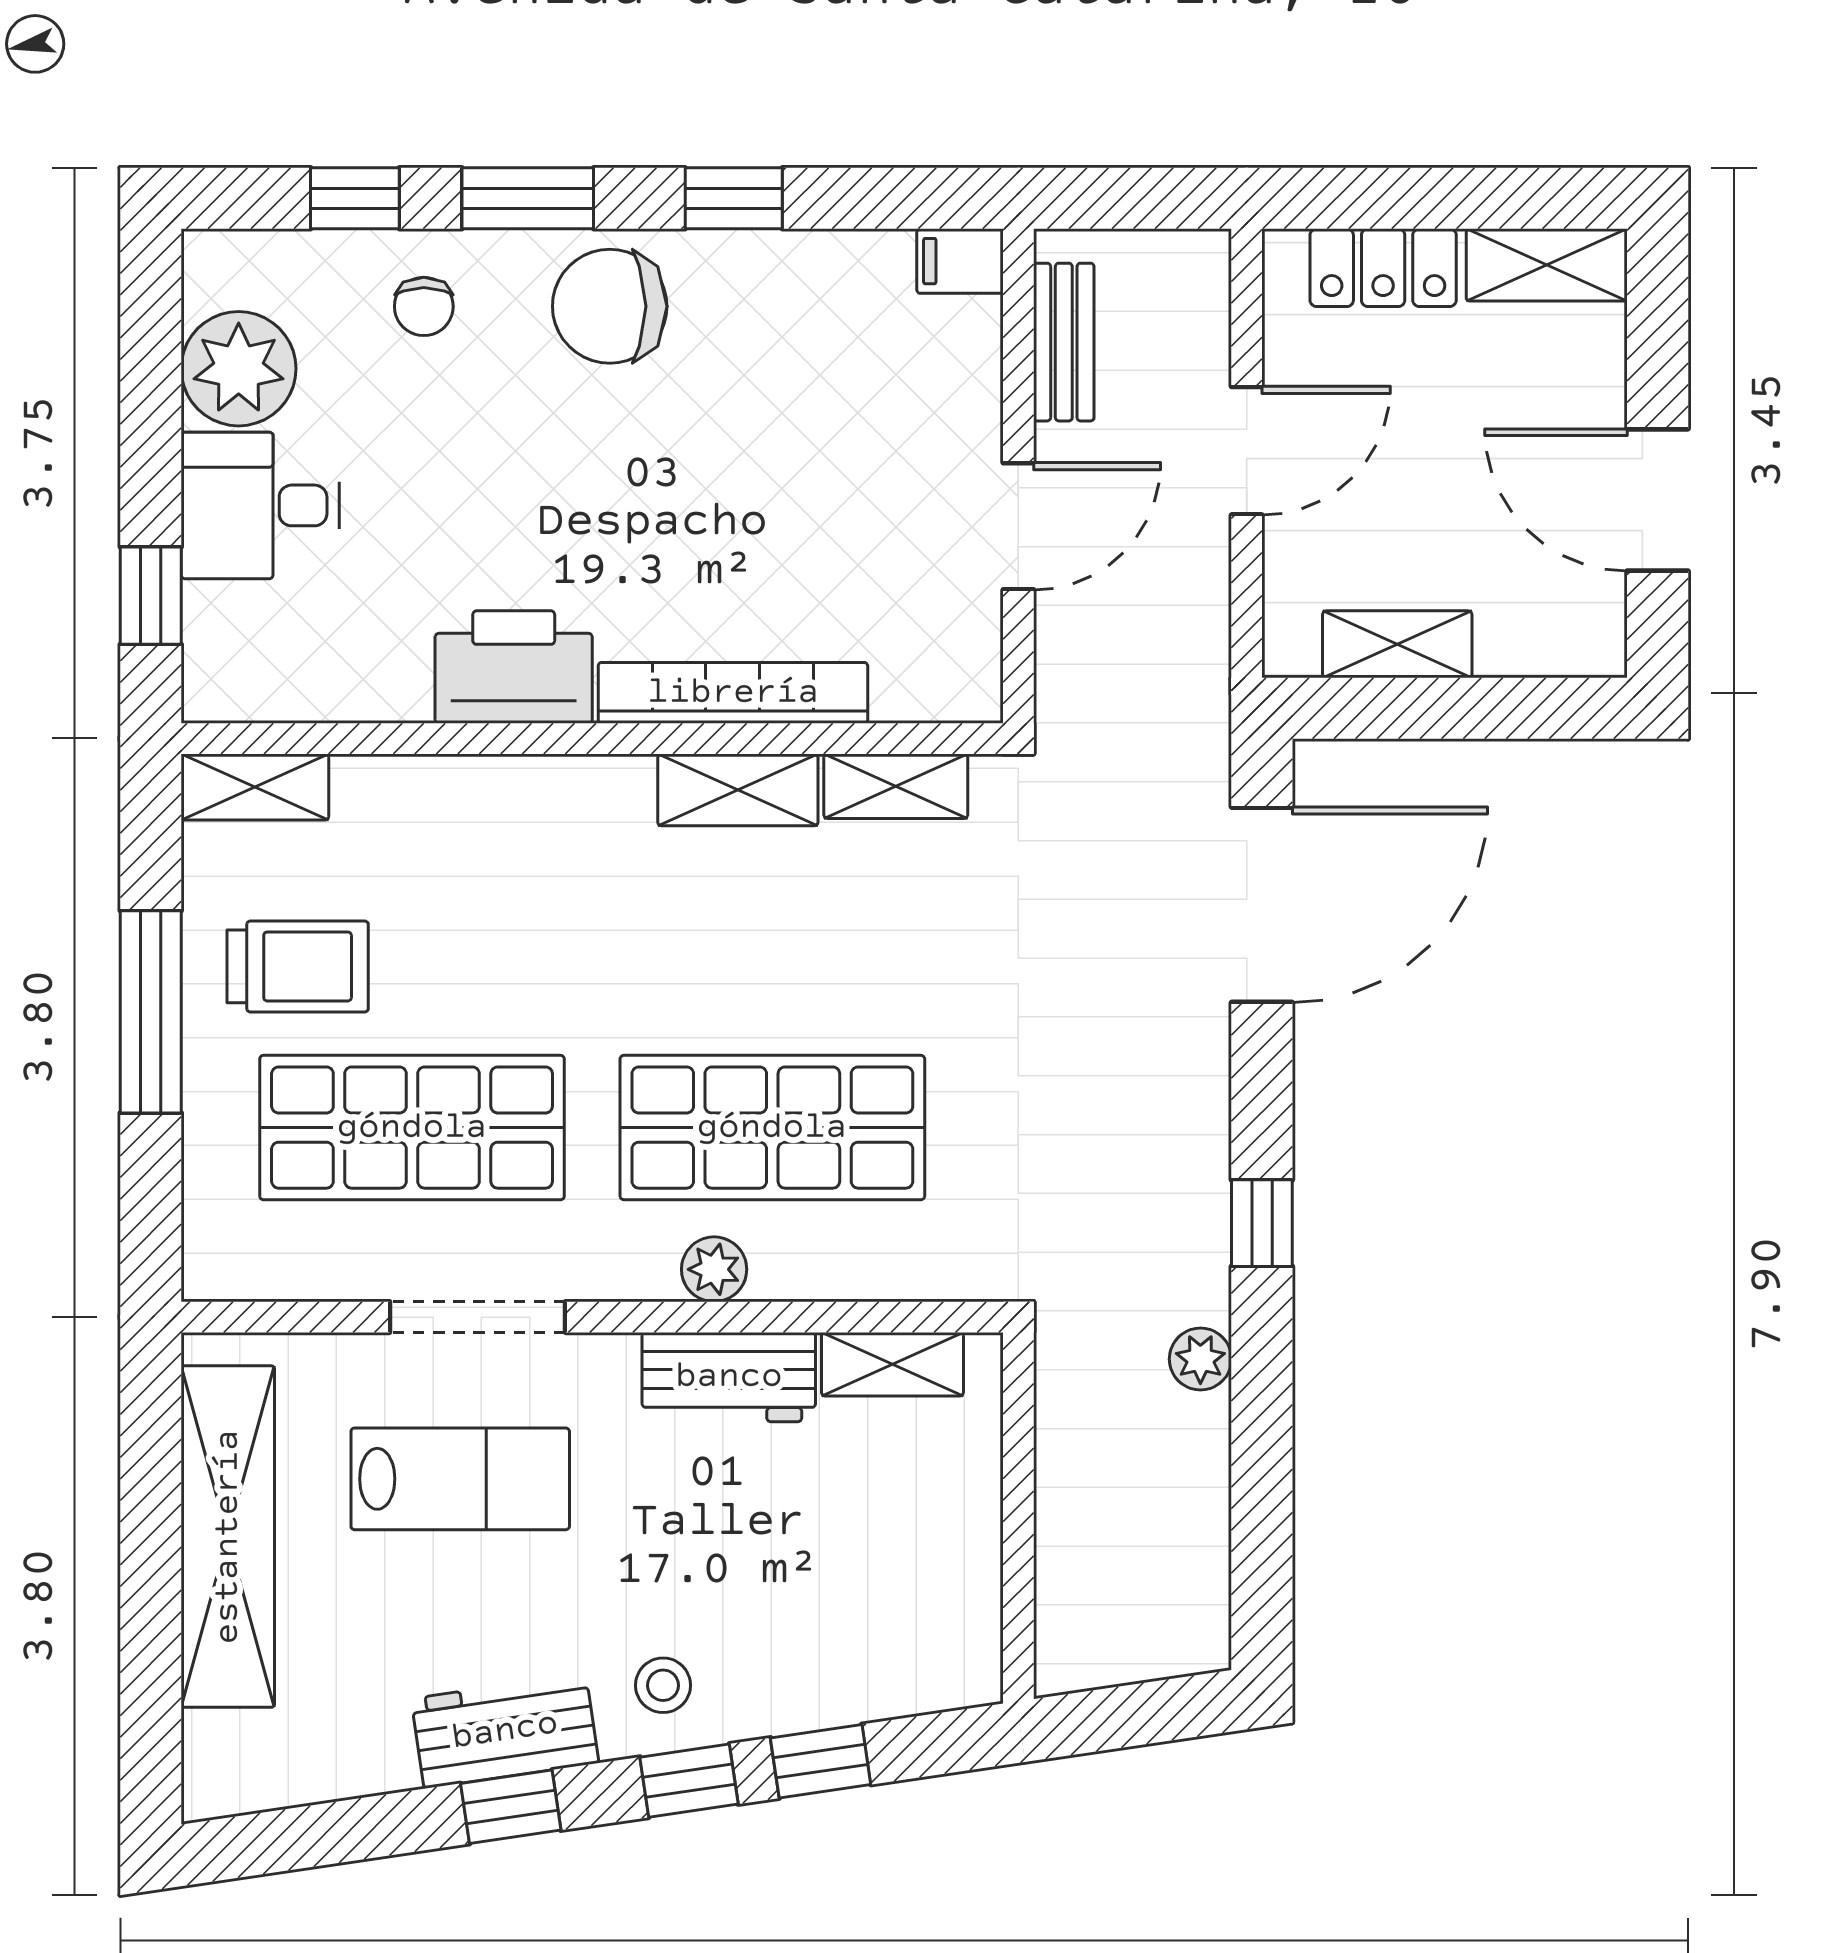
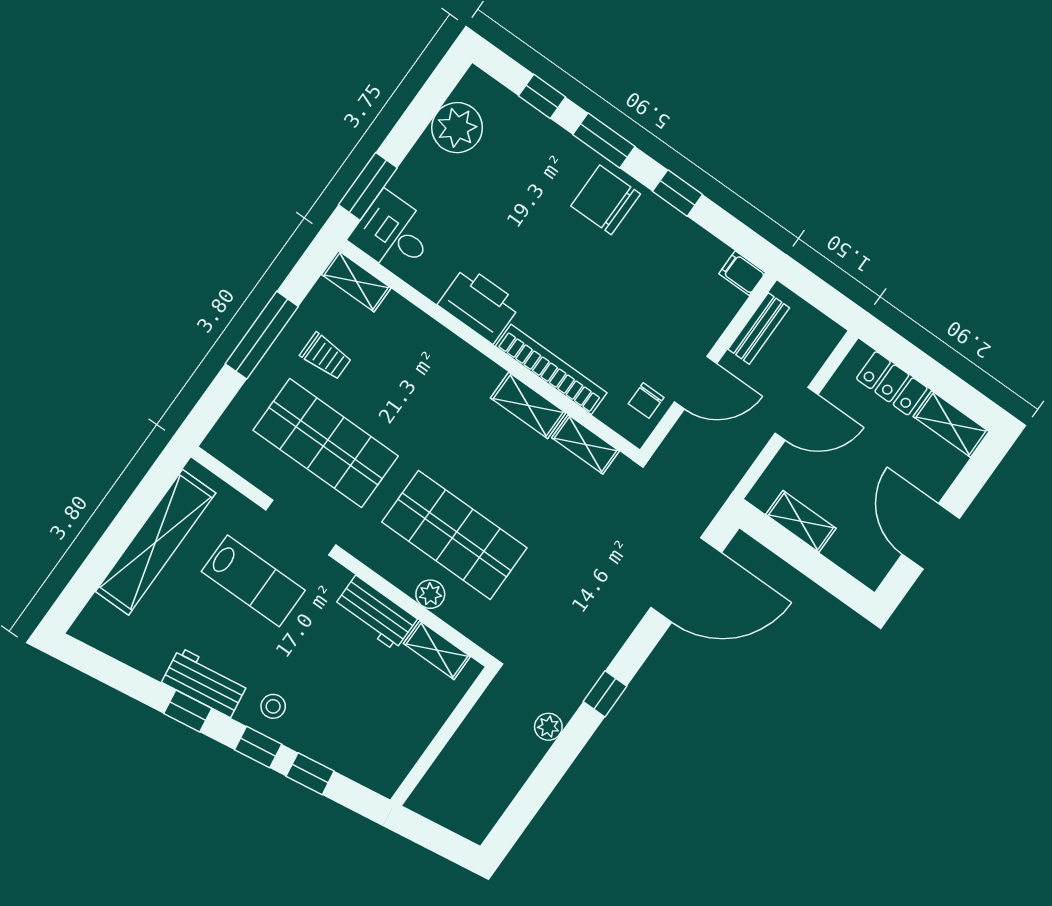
chair: (424, 306) -> (646, 401), moved
desk: (260, 505) -> (393, 234), moved
window: (151, 596) -> (368, 186), width x1.50
trolley: (298, 966) -> (326, 356), width x0.73, depth x0.72
plant: (714, 1269) -> (430, 594), moved

